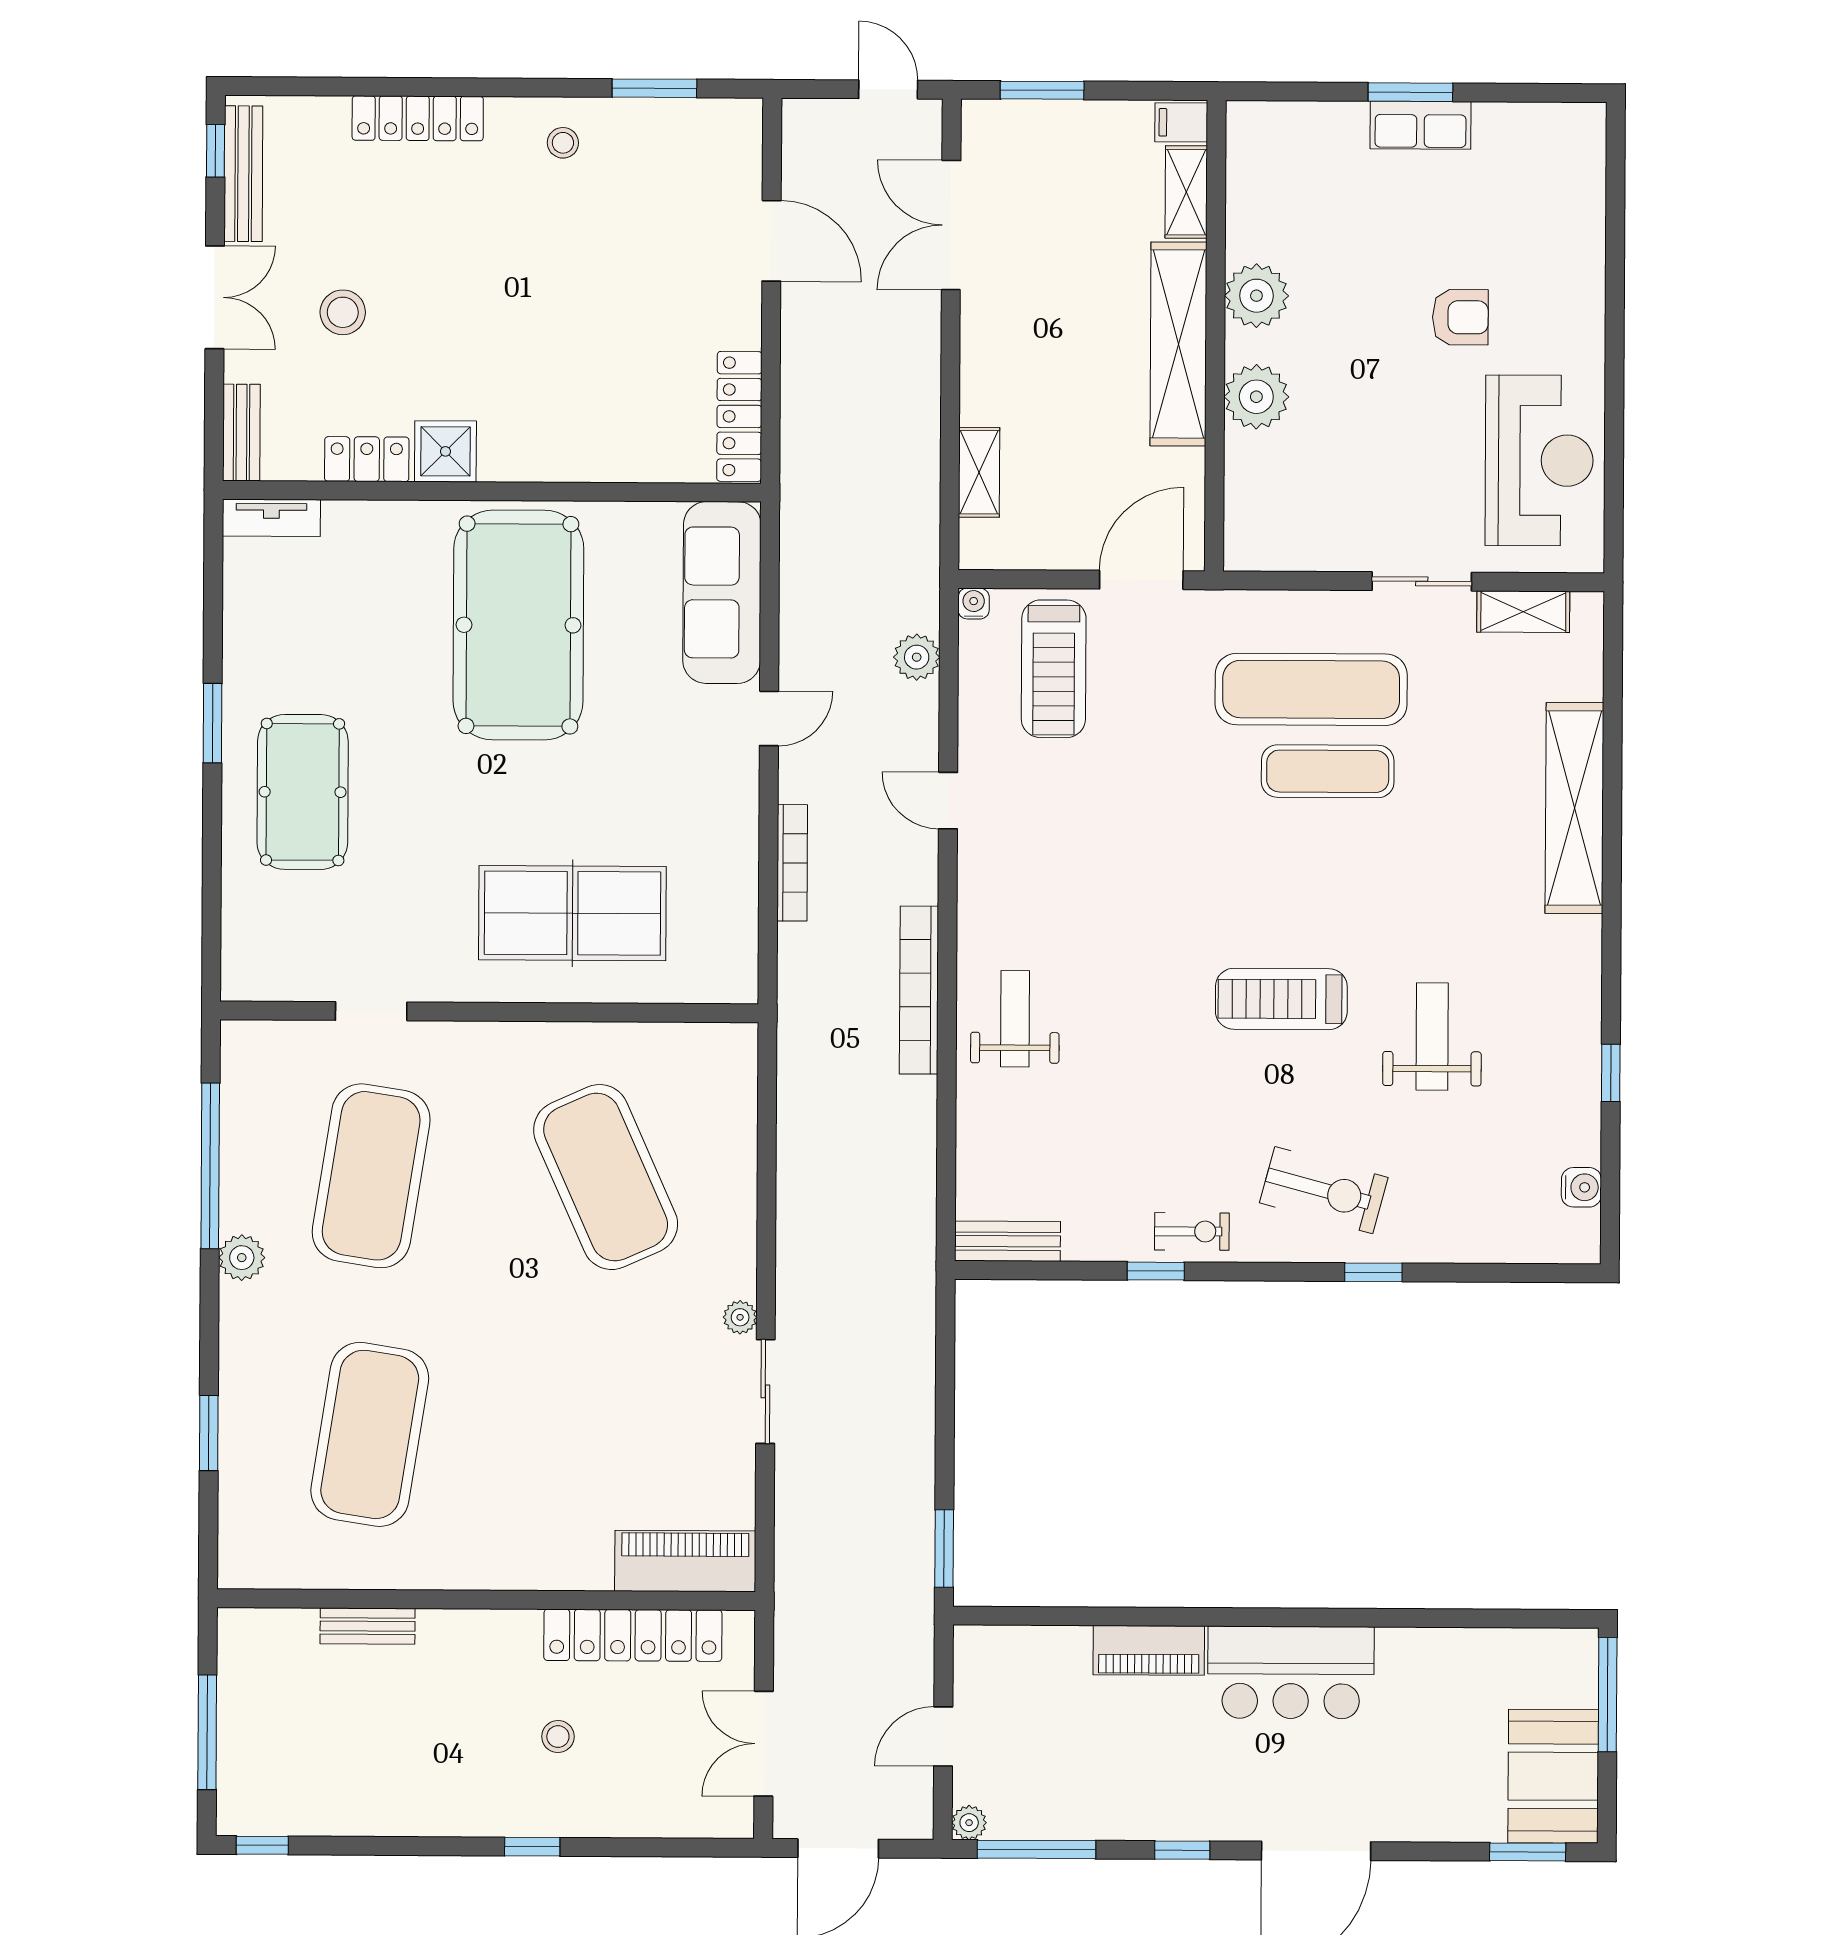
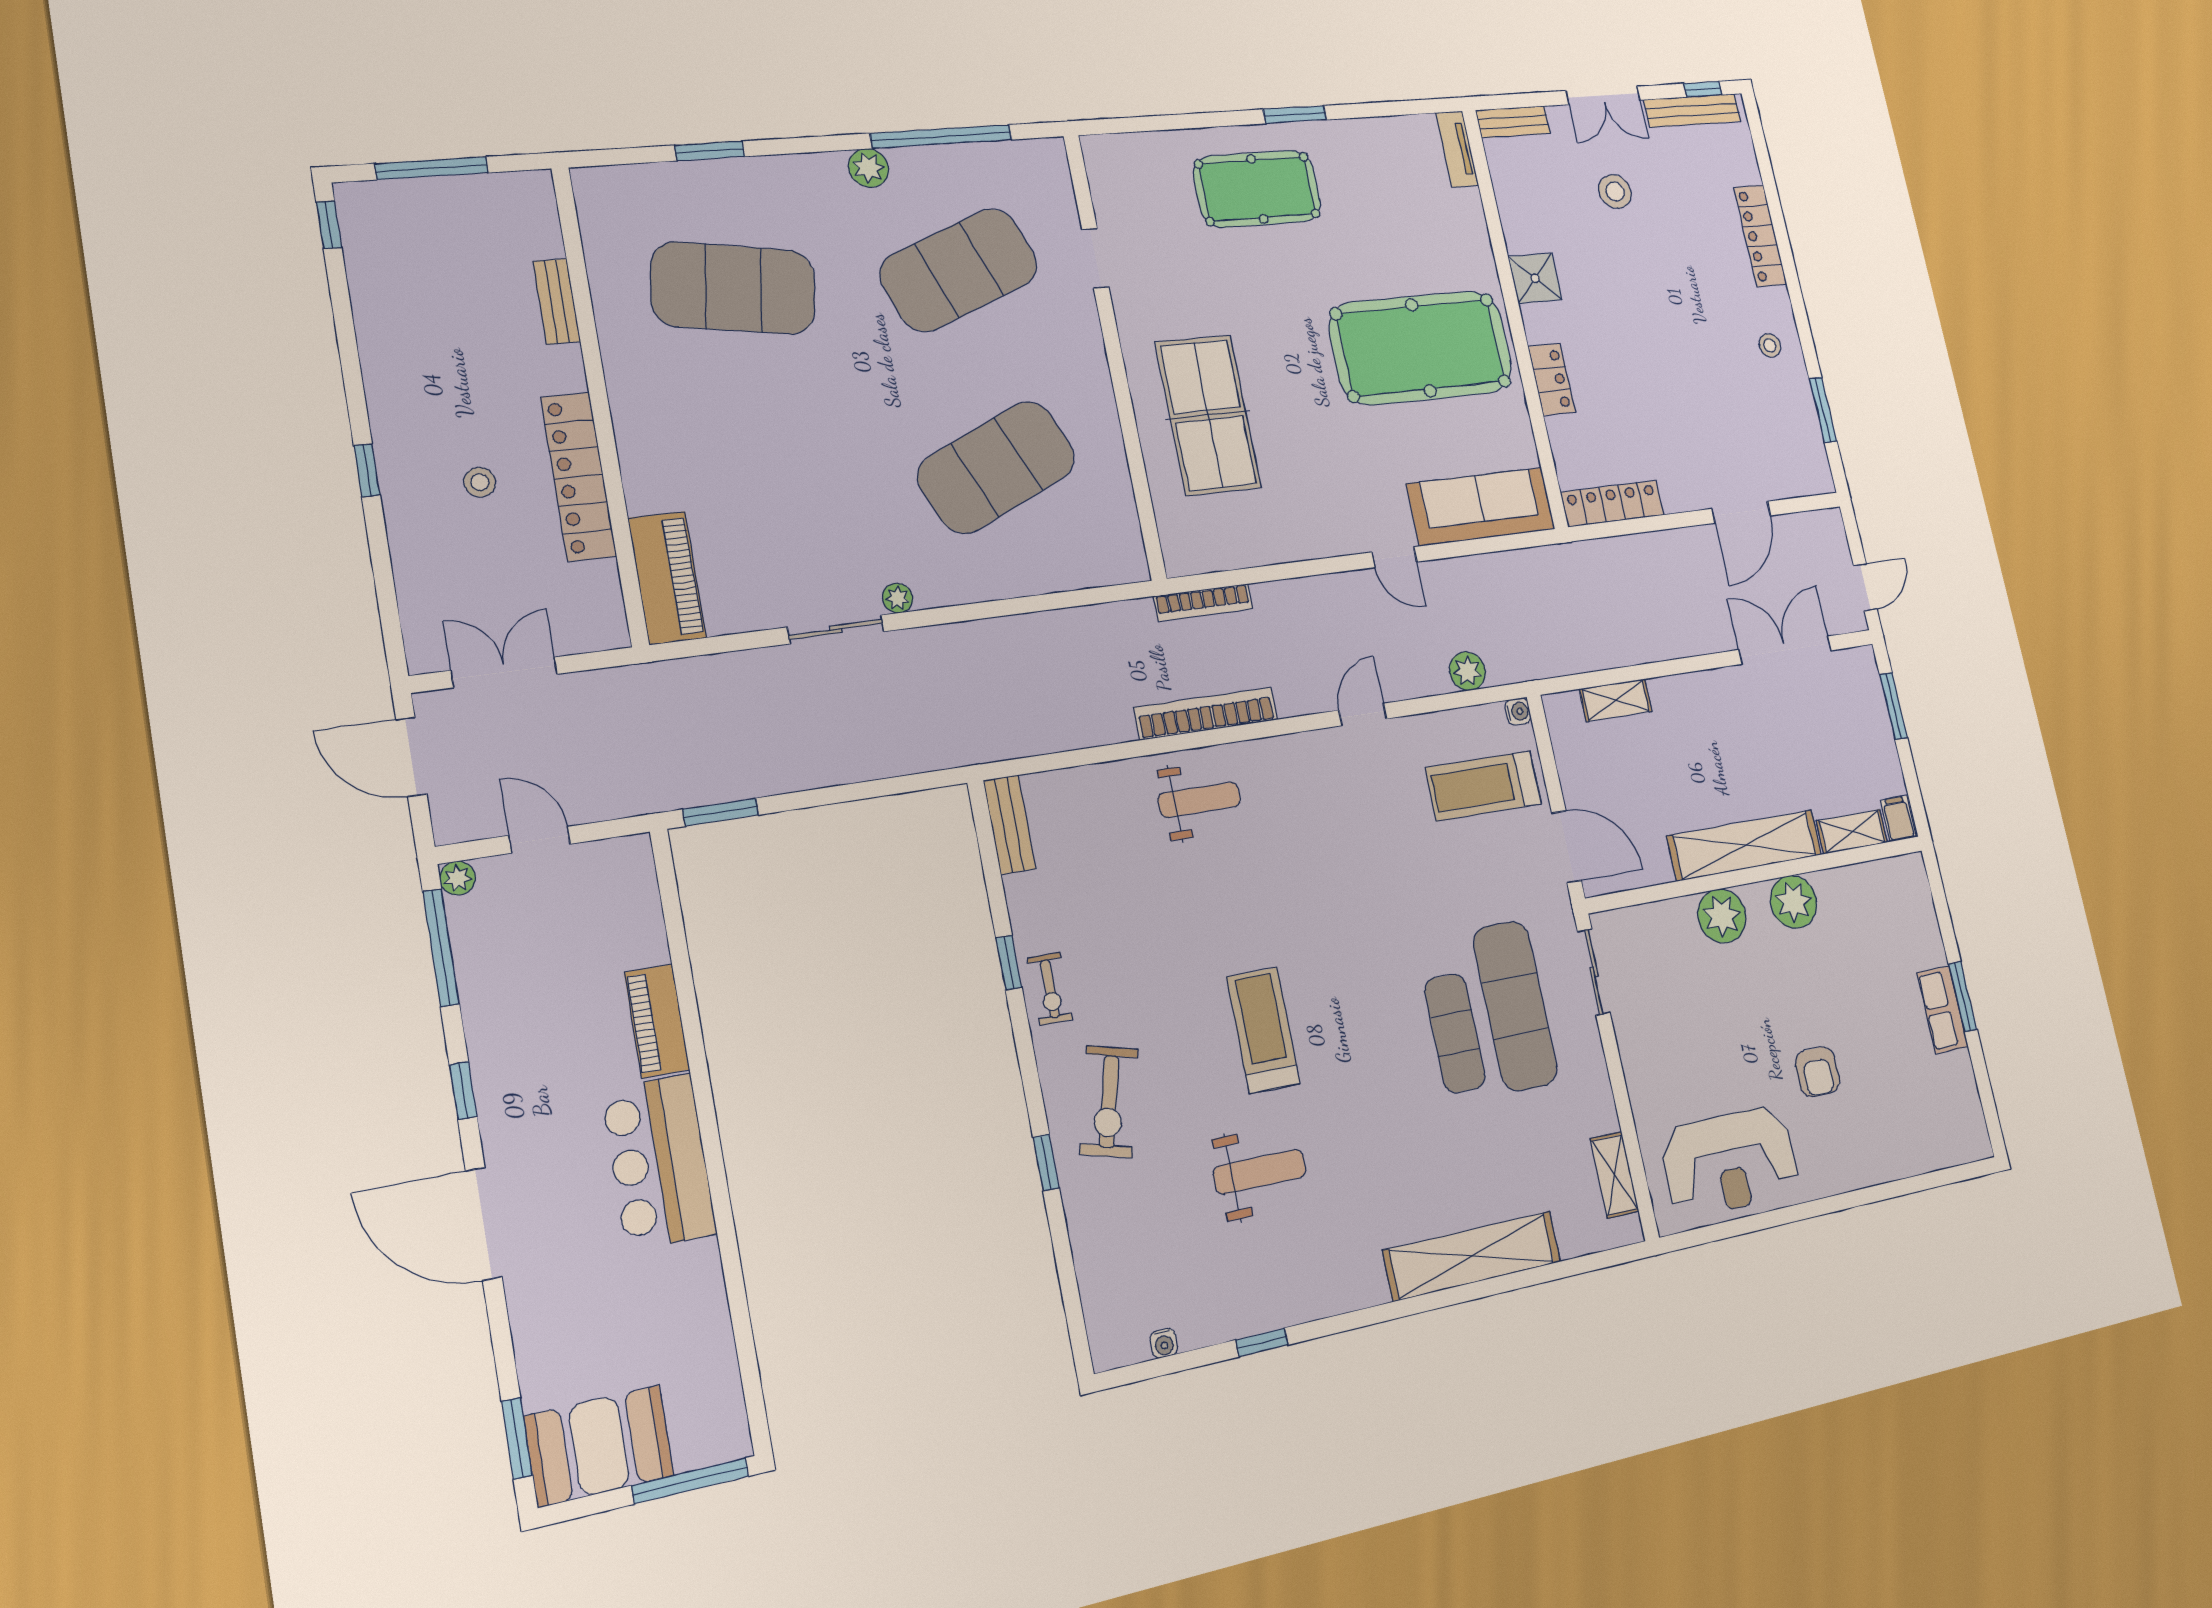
locker: (367, 459) -> (1552, 379), moved
sliding door: (1422, 581) -> (1594, 972), moved
bookcase: (792, 863) -> (1203, 602), moved
exercise mat: (371, 1176) -> (959, 270), turned -30
water cooler: (1581, 1187) -> (1164, 1343), width x0.72, depth x0.72
locker: (633, 1635) -> (579, 477), moved

